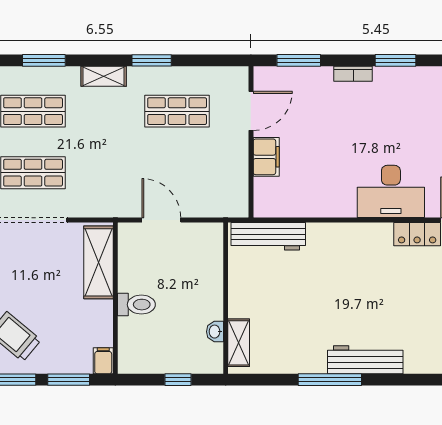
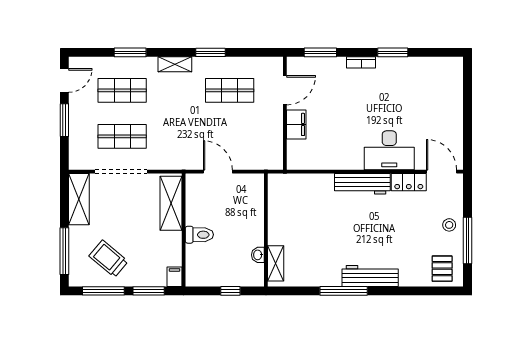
workbench: (268, 236) -> (362, 184), moved

